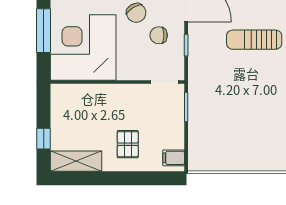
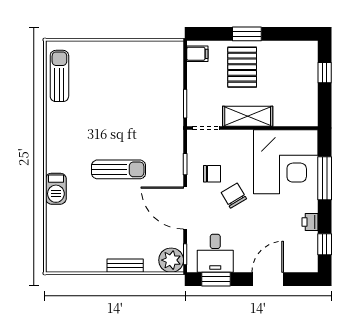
pallet: (128, 144) -> (242, 67), width x1.50, depth x1.42
shelving: (76, 161) -> (248, 116), moved
window: (123, 178) -> (247, 34), added

